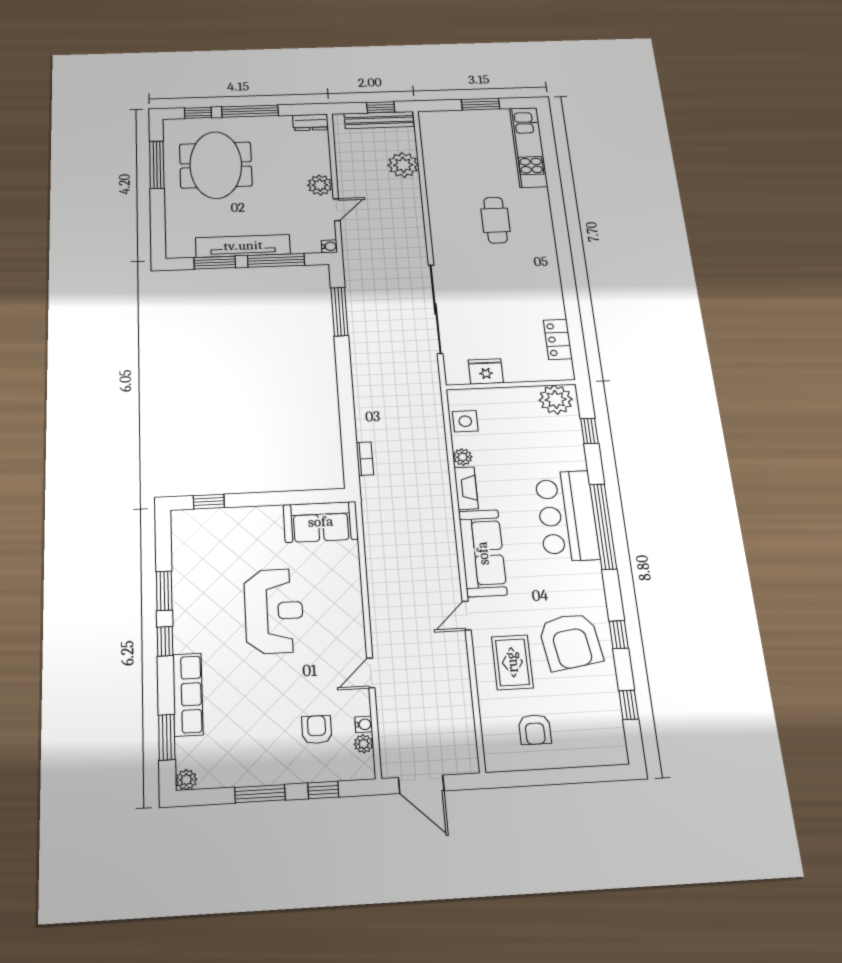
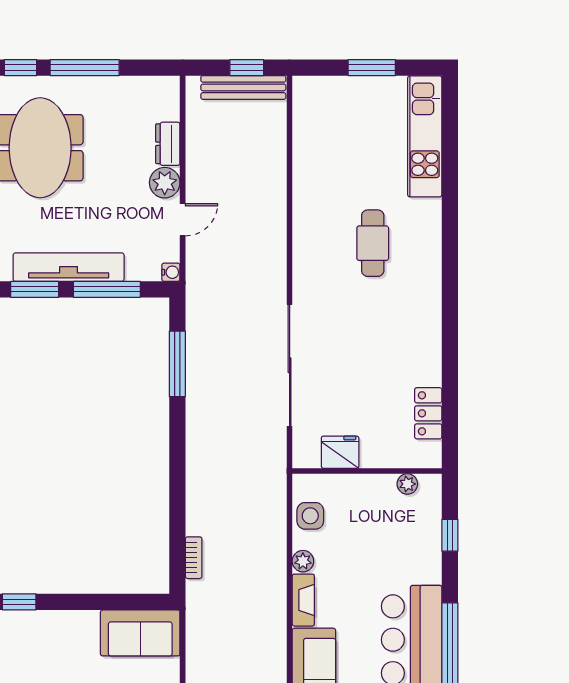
dresser: (311, 122) -> (168, 144), moved, turned 90
plant: (403, 165) -> (268, 157), removed
plant: (556, 400) -> (407, 484), width x0.53, depth x0.53

